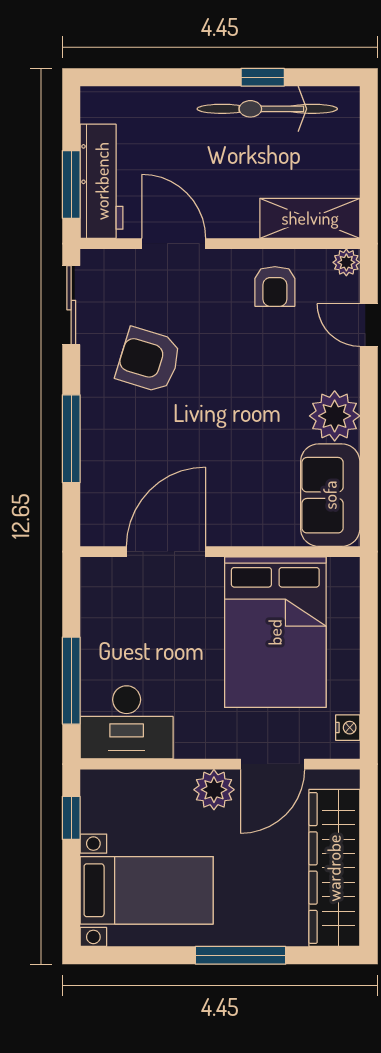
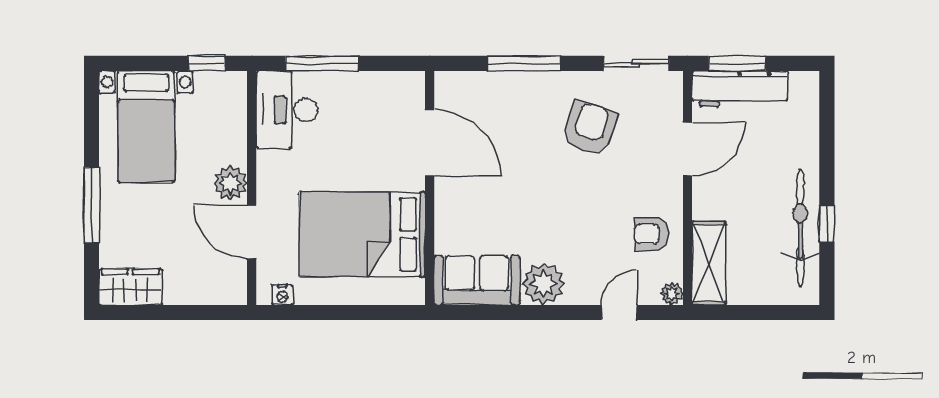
wardrobe: (334, 868) -> (130, 287), width x0.48, depth x0.85

